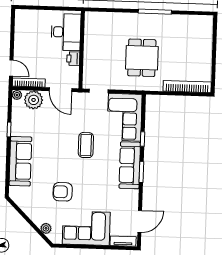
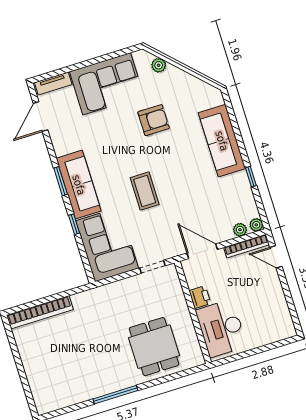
dining table: (142, 58) -> (154, 347), moved
plant: (34, 100) -> (240, 230), width x0.53, depth x0.53

